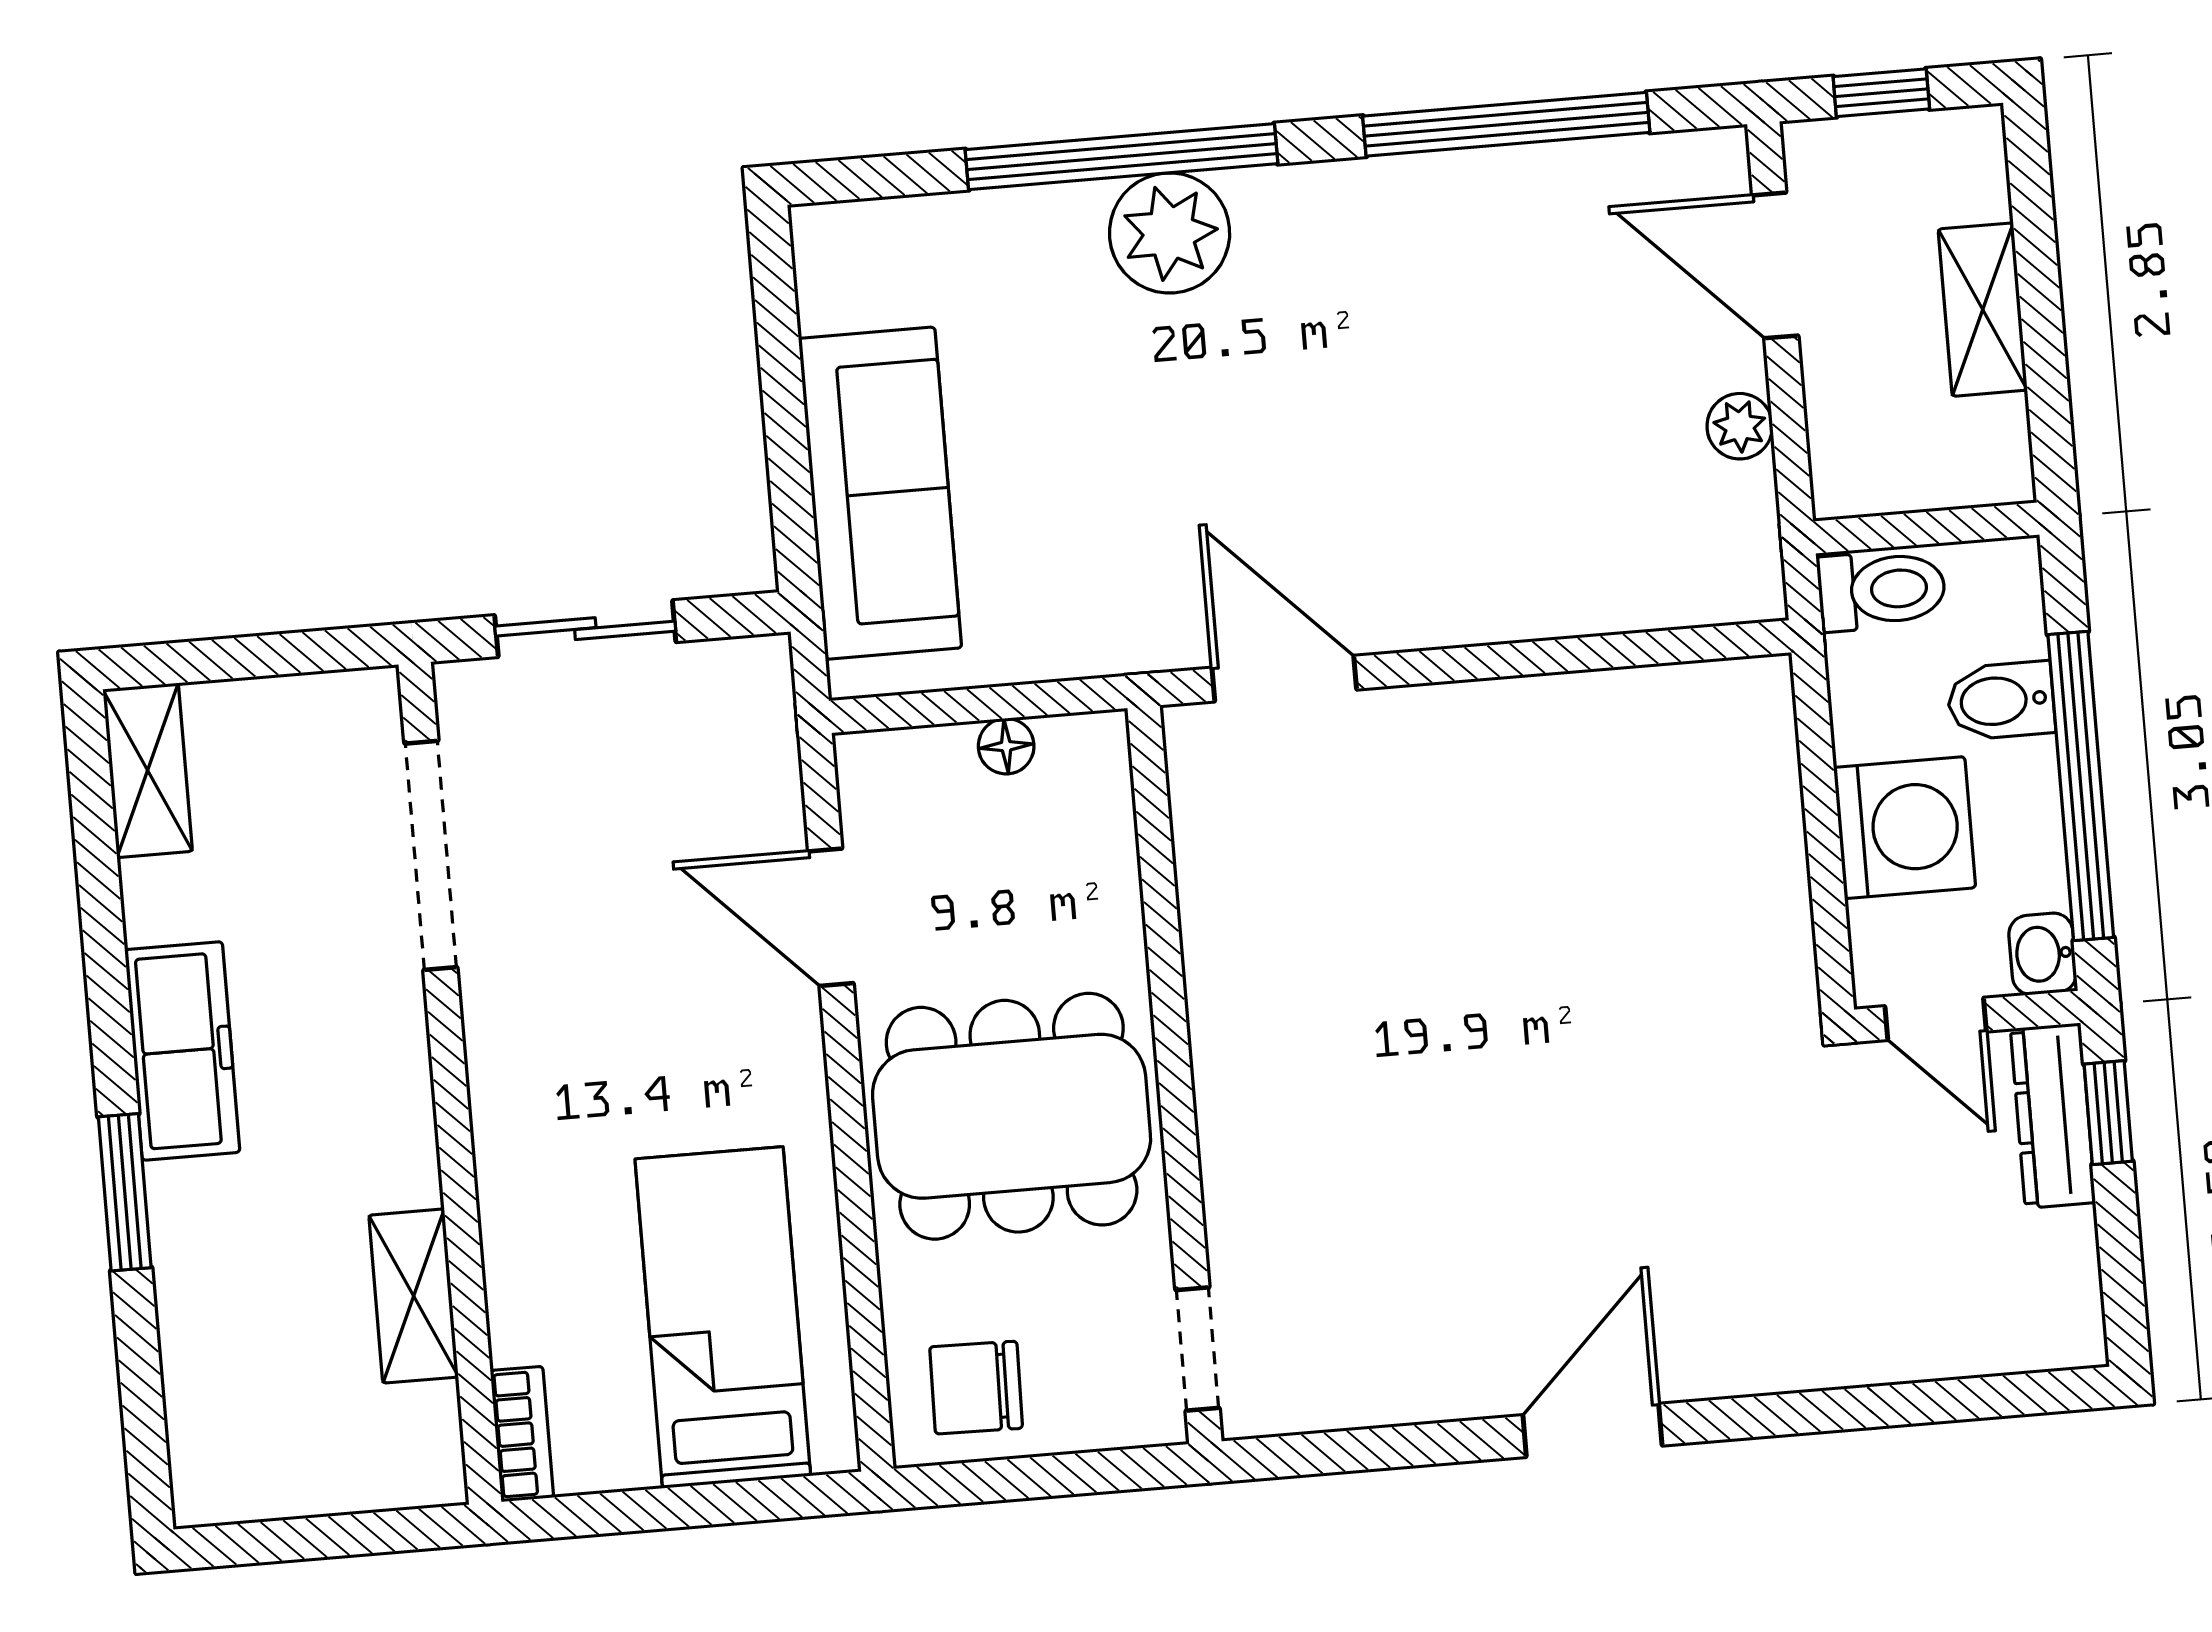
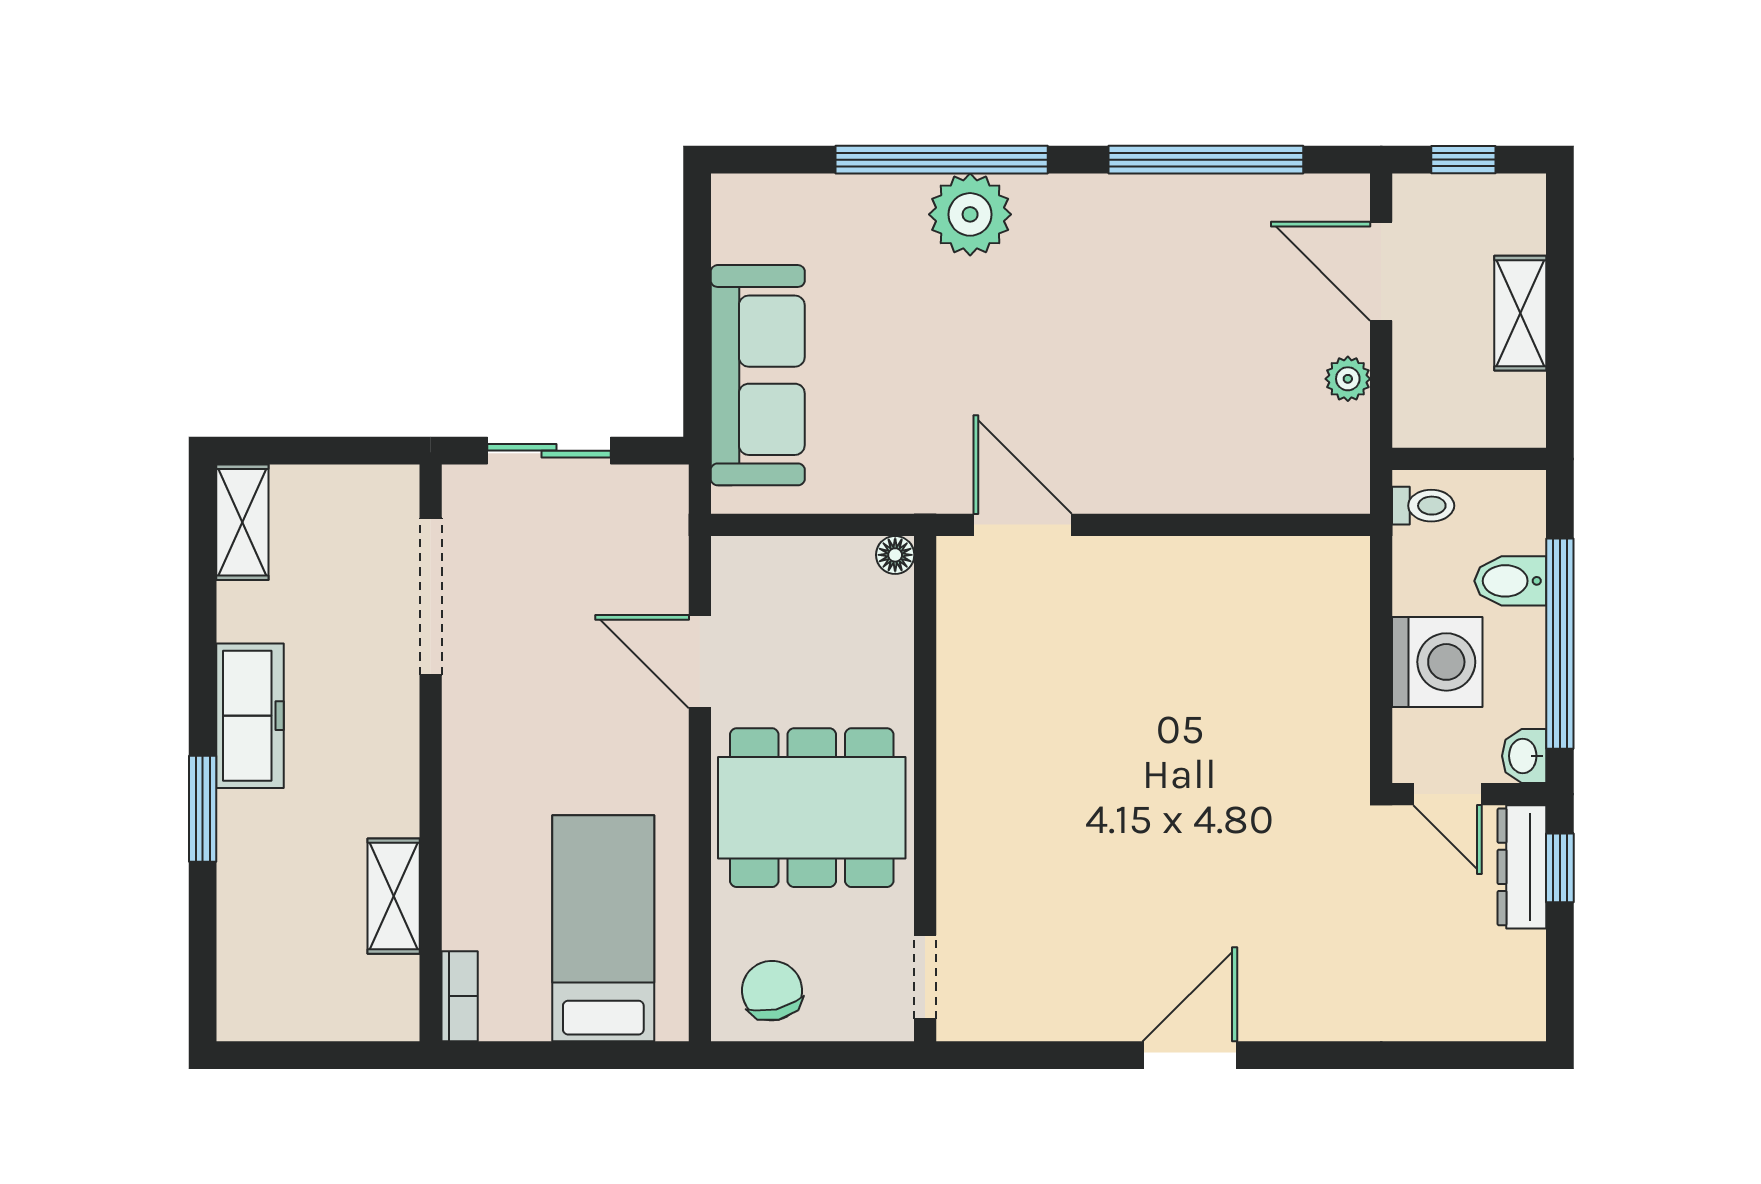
toilet: (1882, 590) -> (1423, 506), width x0.73, depth x0.72
floor lamp: (1006, 746) -> (895, 555), moved
chair: (976, 1388) -> (772, 991), turned 76

